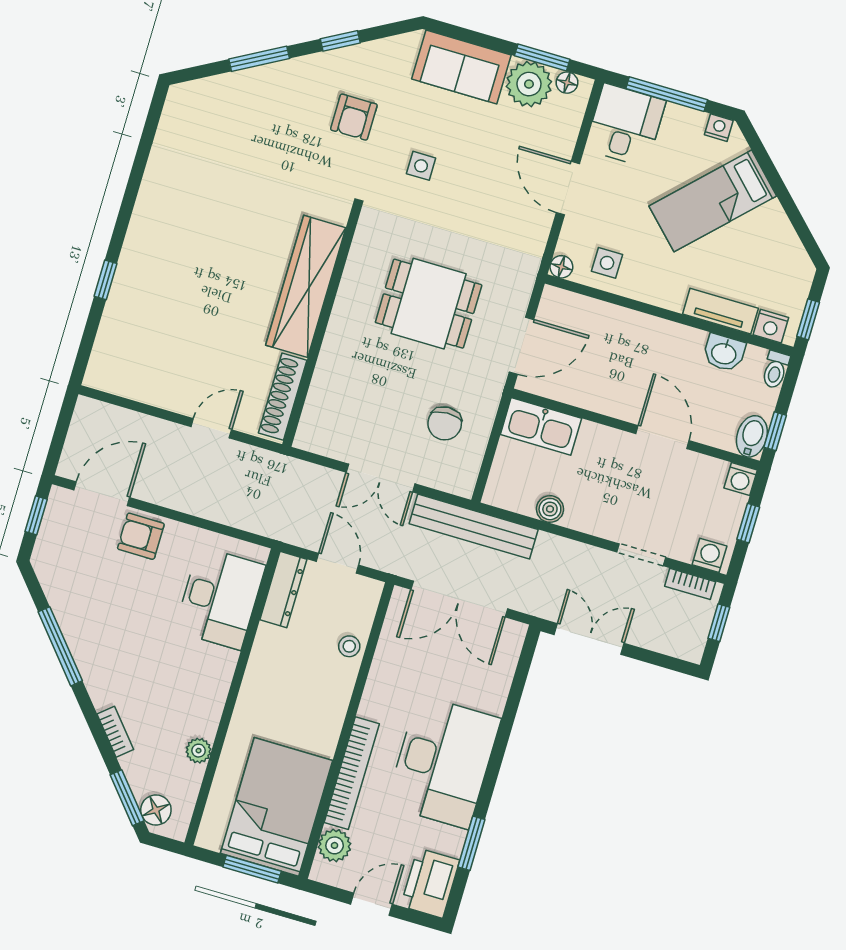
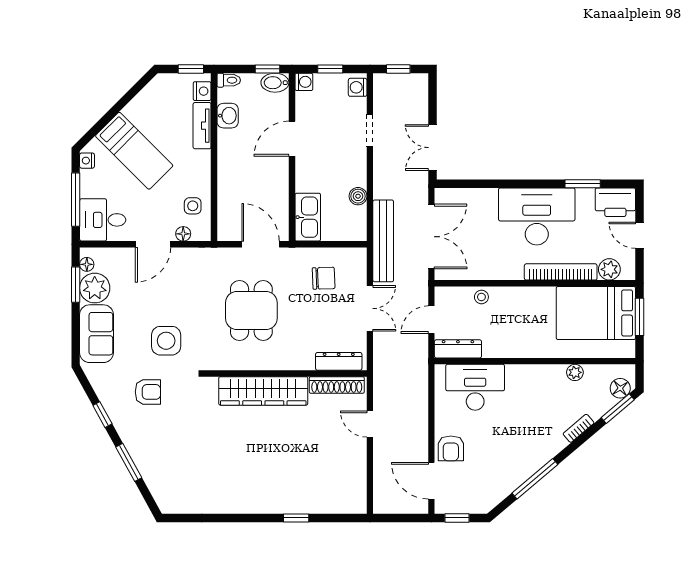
side table: (421, 166) -> (166, 341), width x1.87, depth x1.87
floor lamp: (561, 267) -> (183, 234), moved
dresser: (316, 410) -> (339, 361), added
bookcase: (690, 584) -> (379, 94), removed

